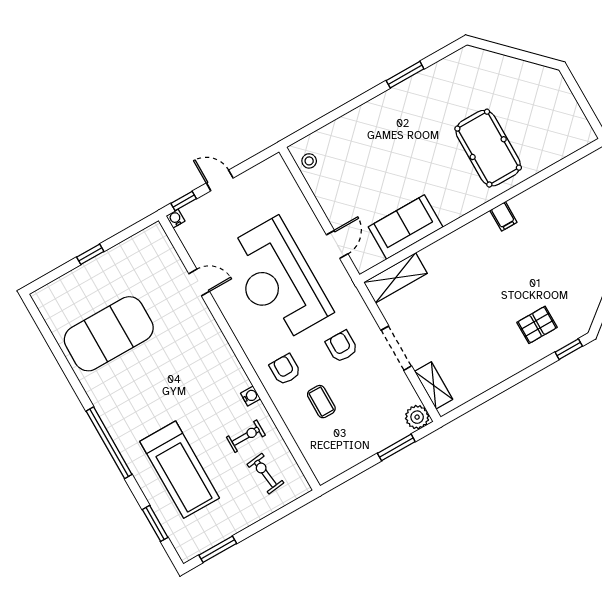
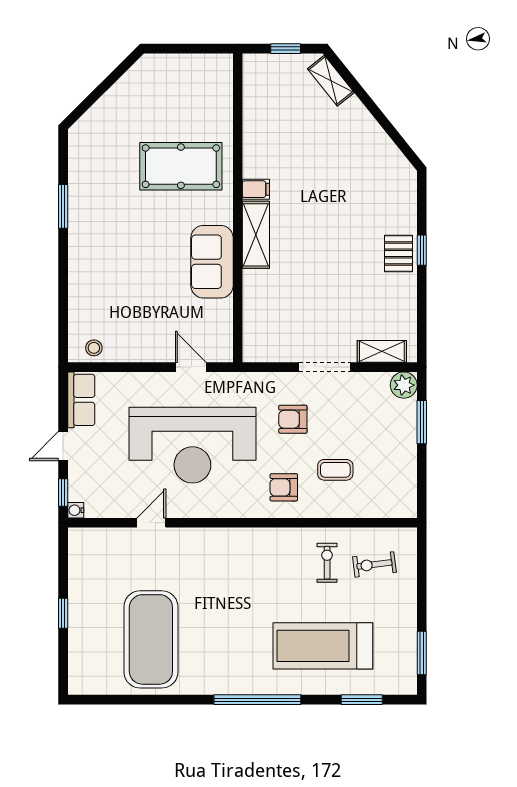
row of seats: (263, 174) -> (81, 400), added
sofa: (406, 227) -> (212, 262), moved
shelving: (396, 278) -> (256, 235), moved
pallet: (537, 325) -> (398, 253), moved
window: (569, 349) -> (422, 250), moved
water cooler: (250, 396) -> (290, 536), removed
treadmill: (180, 470) -> (323, 646), turned 180

